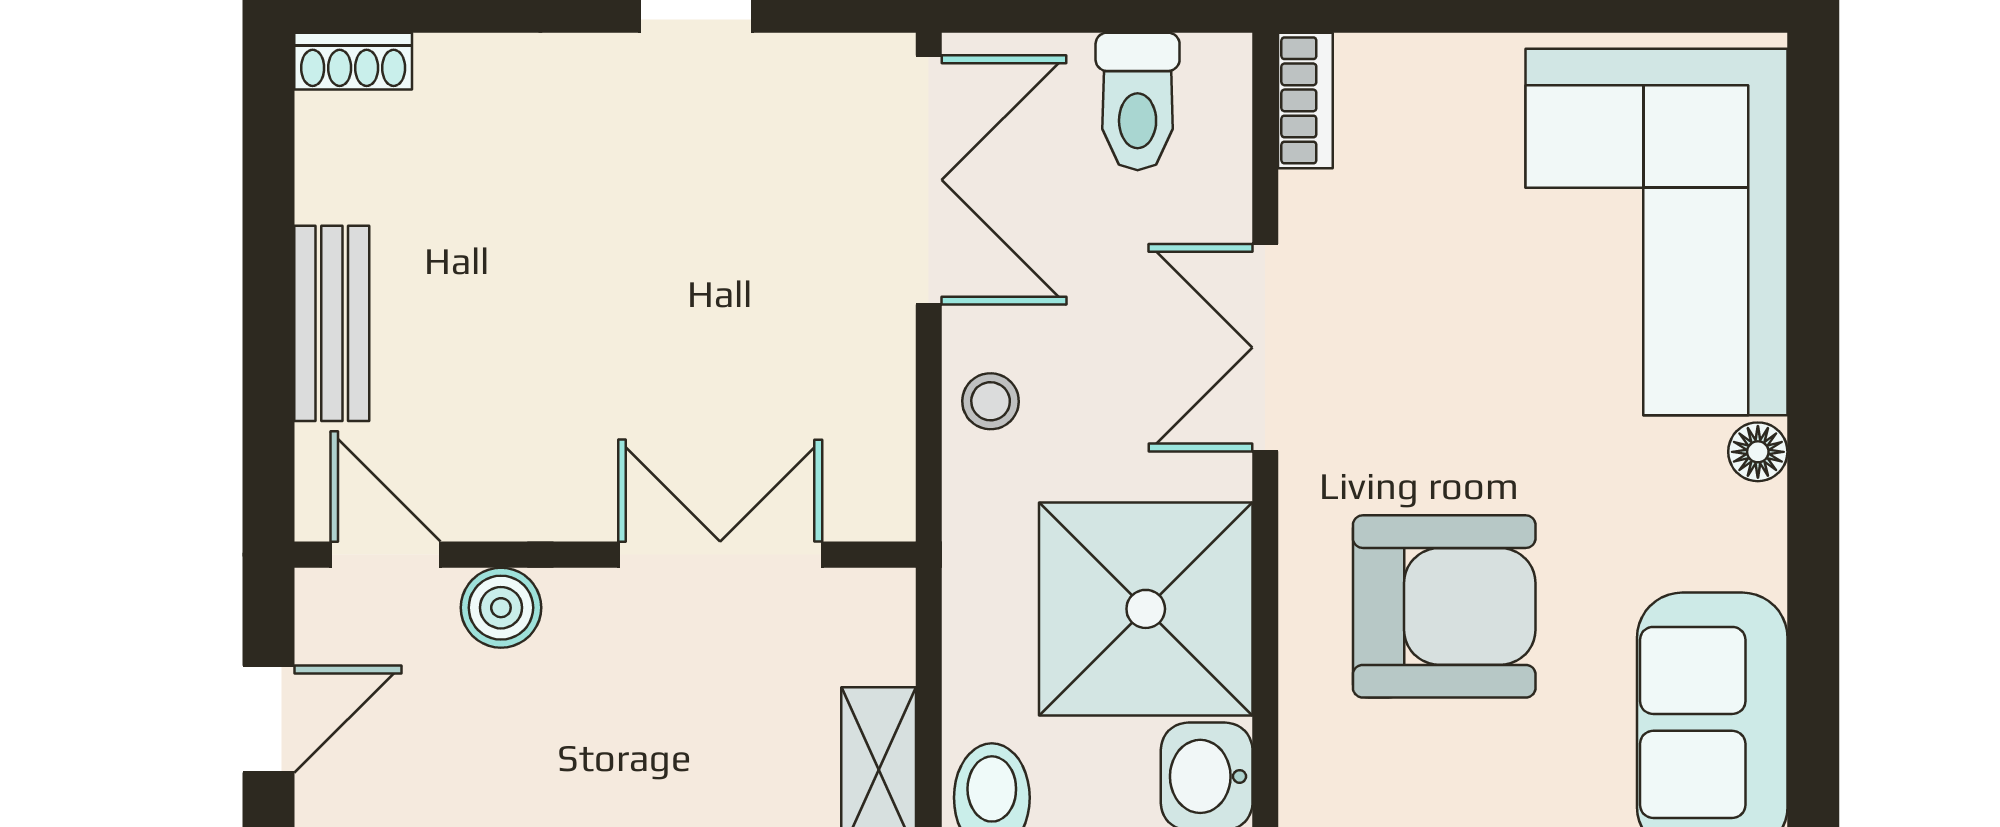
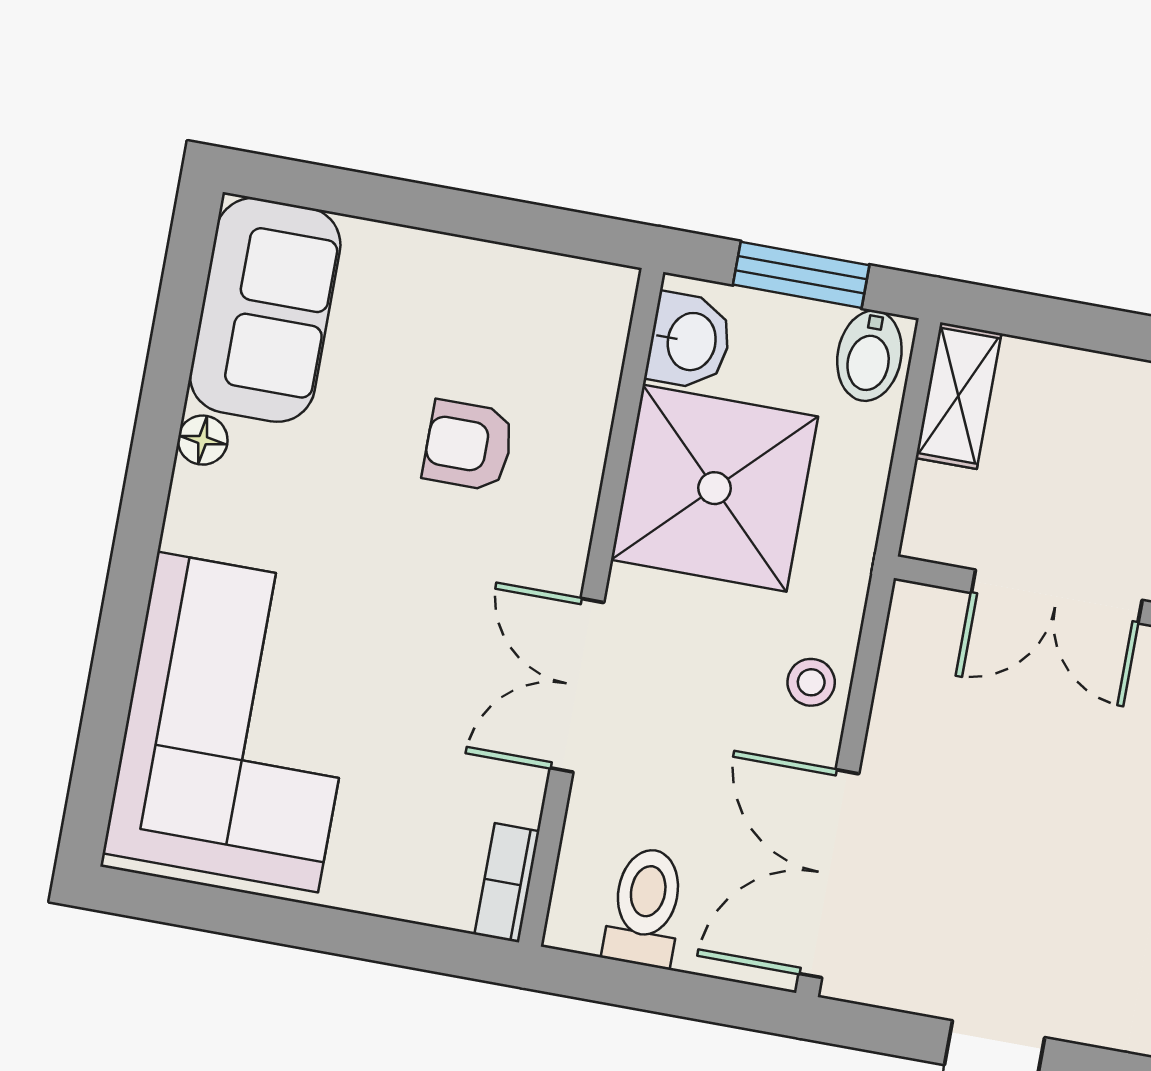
double door: (1265, 348) -> (577, 685), swing flipped
floor lamp: (1758, 452) -> (203, 440), moved
armchair: (1444, 606) -> (468, 446), width x0.53, depth x0.53

